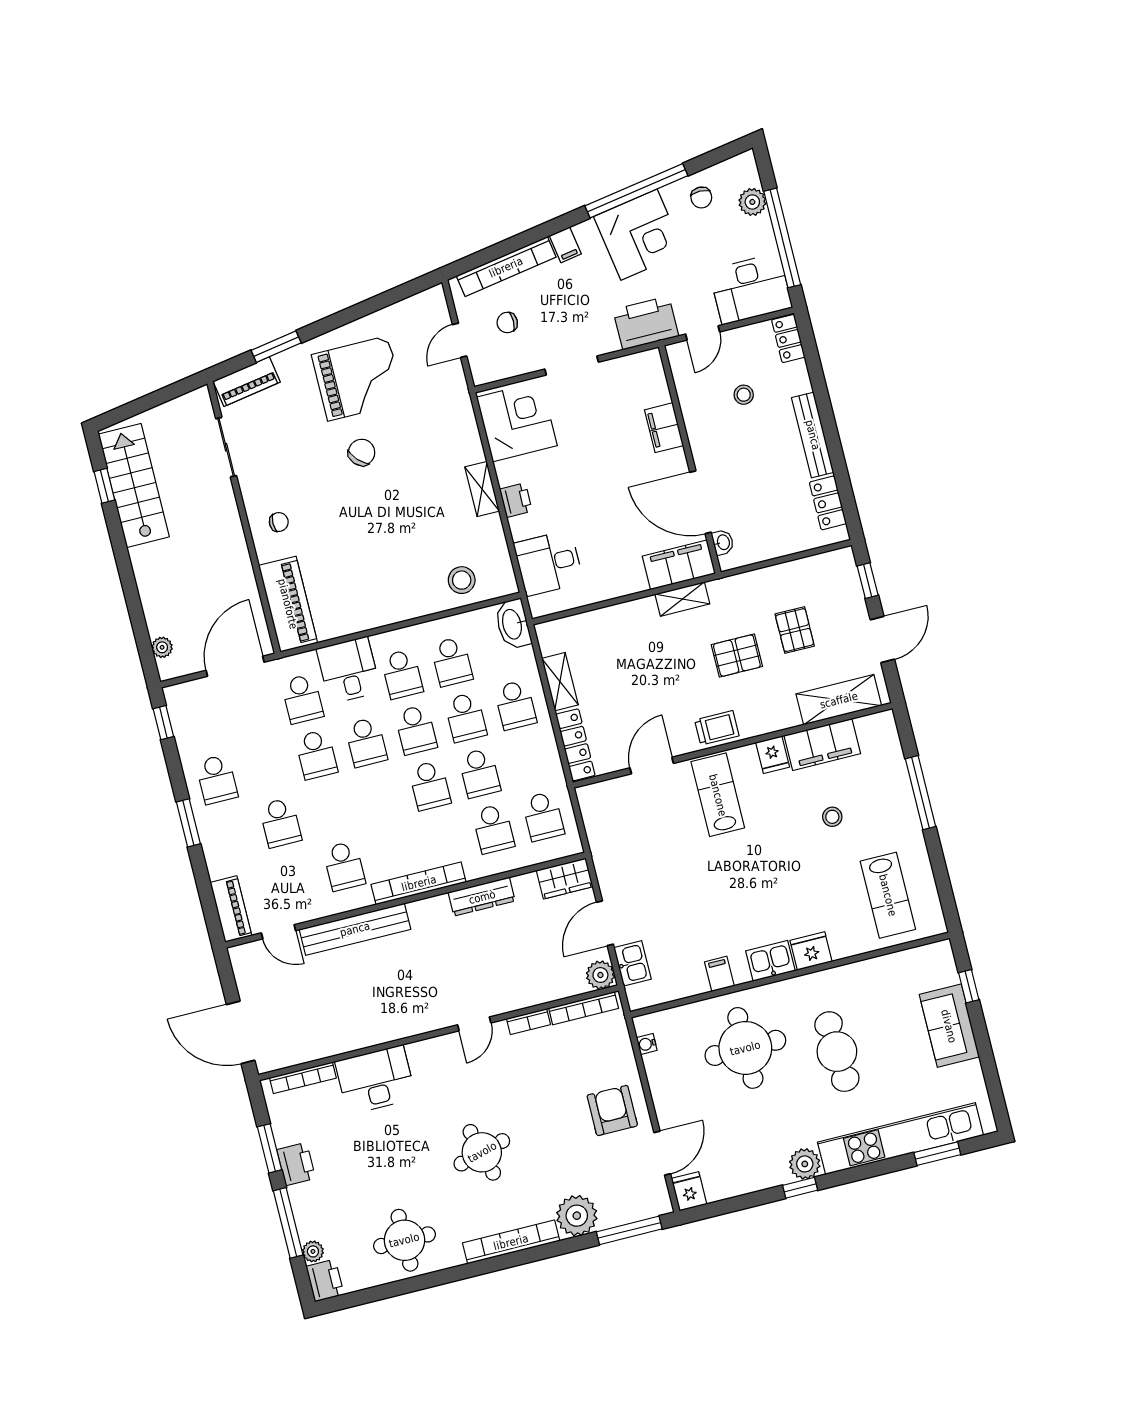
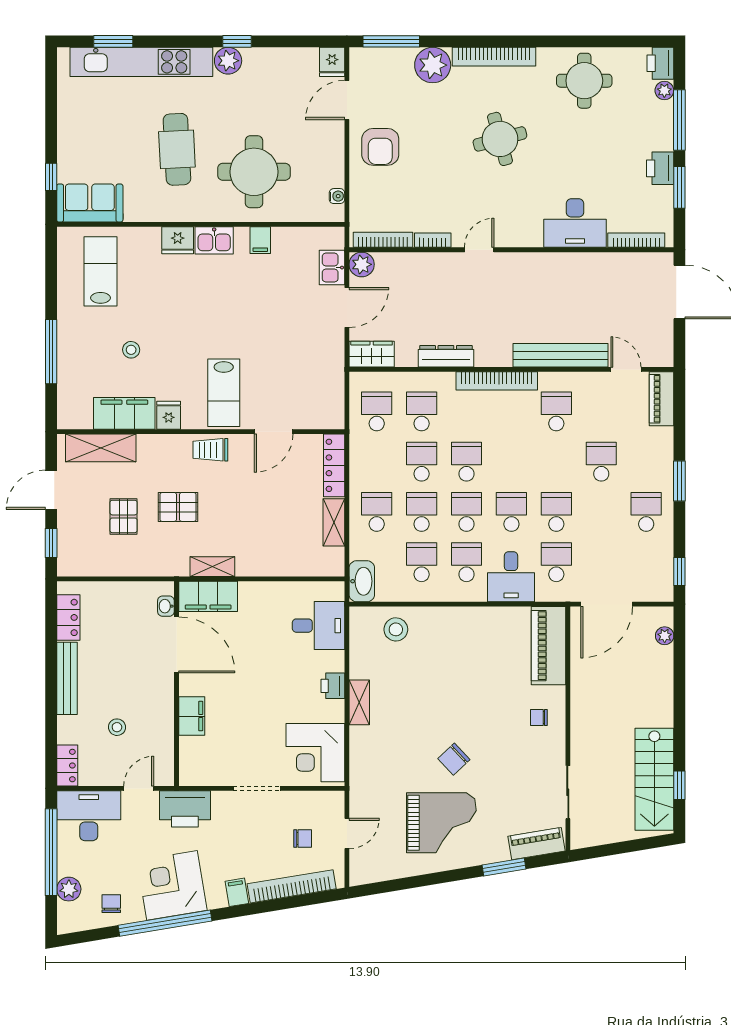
grand piano: (358, 378) -> (441, 823), turned 180
sofa: (949, 1026) -> (90, 203), moved, turned -90

